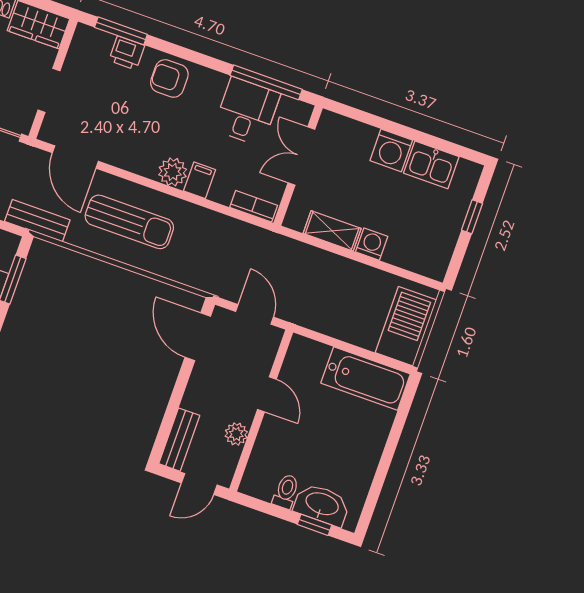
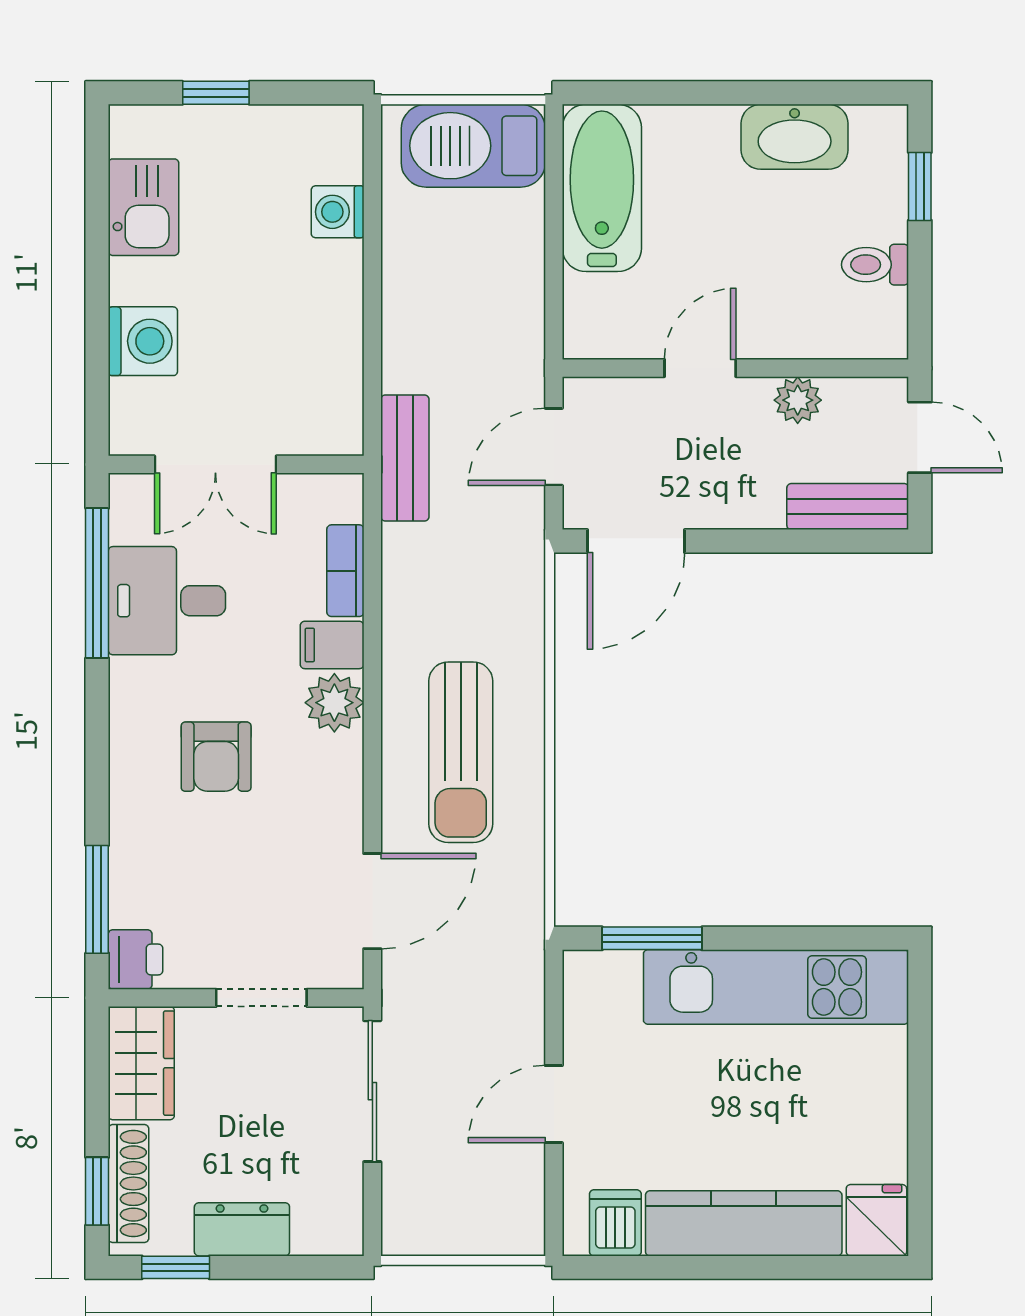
printer: (127, 53) -> (136, 959), moved
armchair: (169, 78) -> (216, 757), moved
washing machine: (391, 150) -> (143, 341), moved
bookcase: (254, 206) -> (345, 571), moved
bench: (37, 221) -> (405, 458), moved
sun lounger: (129, 222) -> (461, 752), turned 180
shelving: (332, 231) -> (339, 354), removed
washing machine: (372, 244) -> (338, 212), moved
washbasin: (322, 505) -> (795, 137), moved, turned -90

